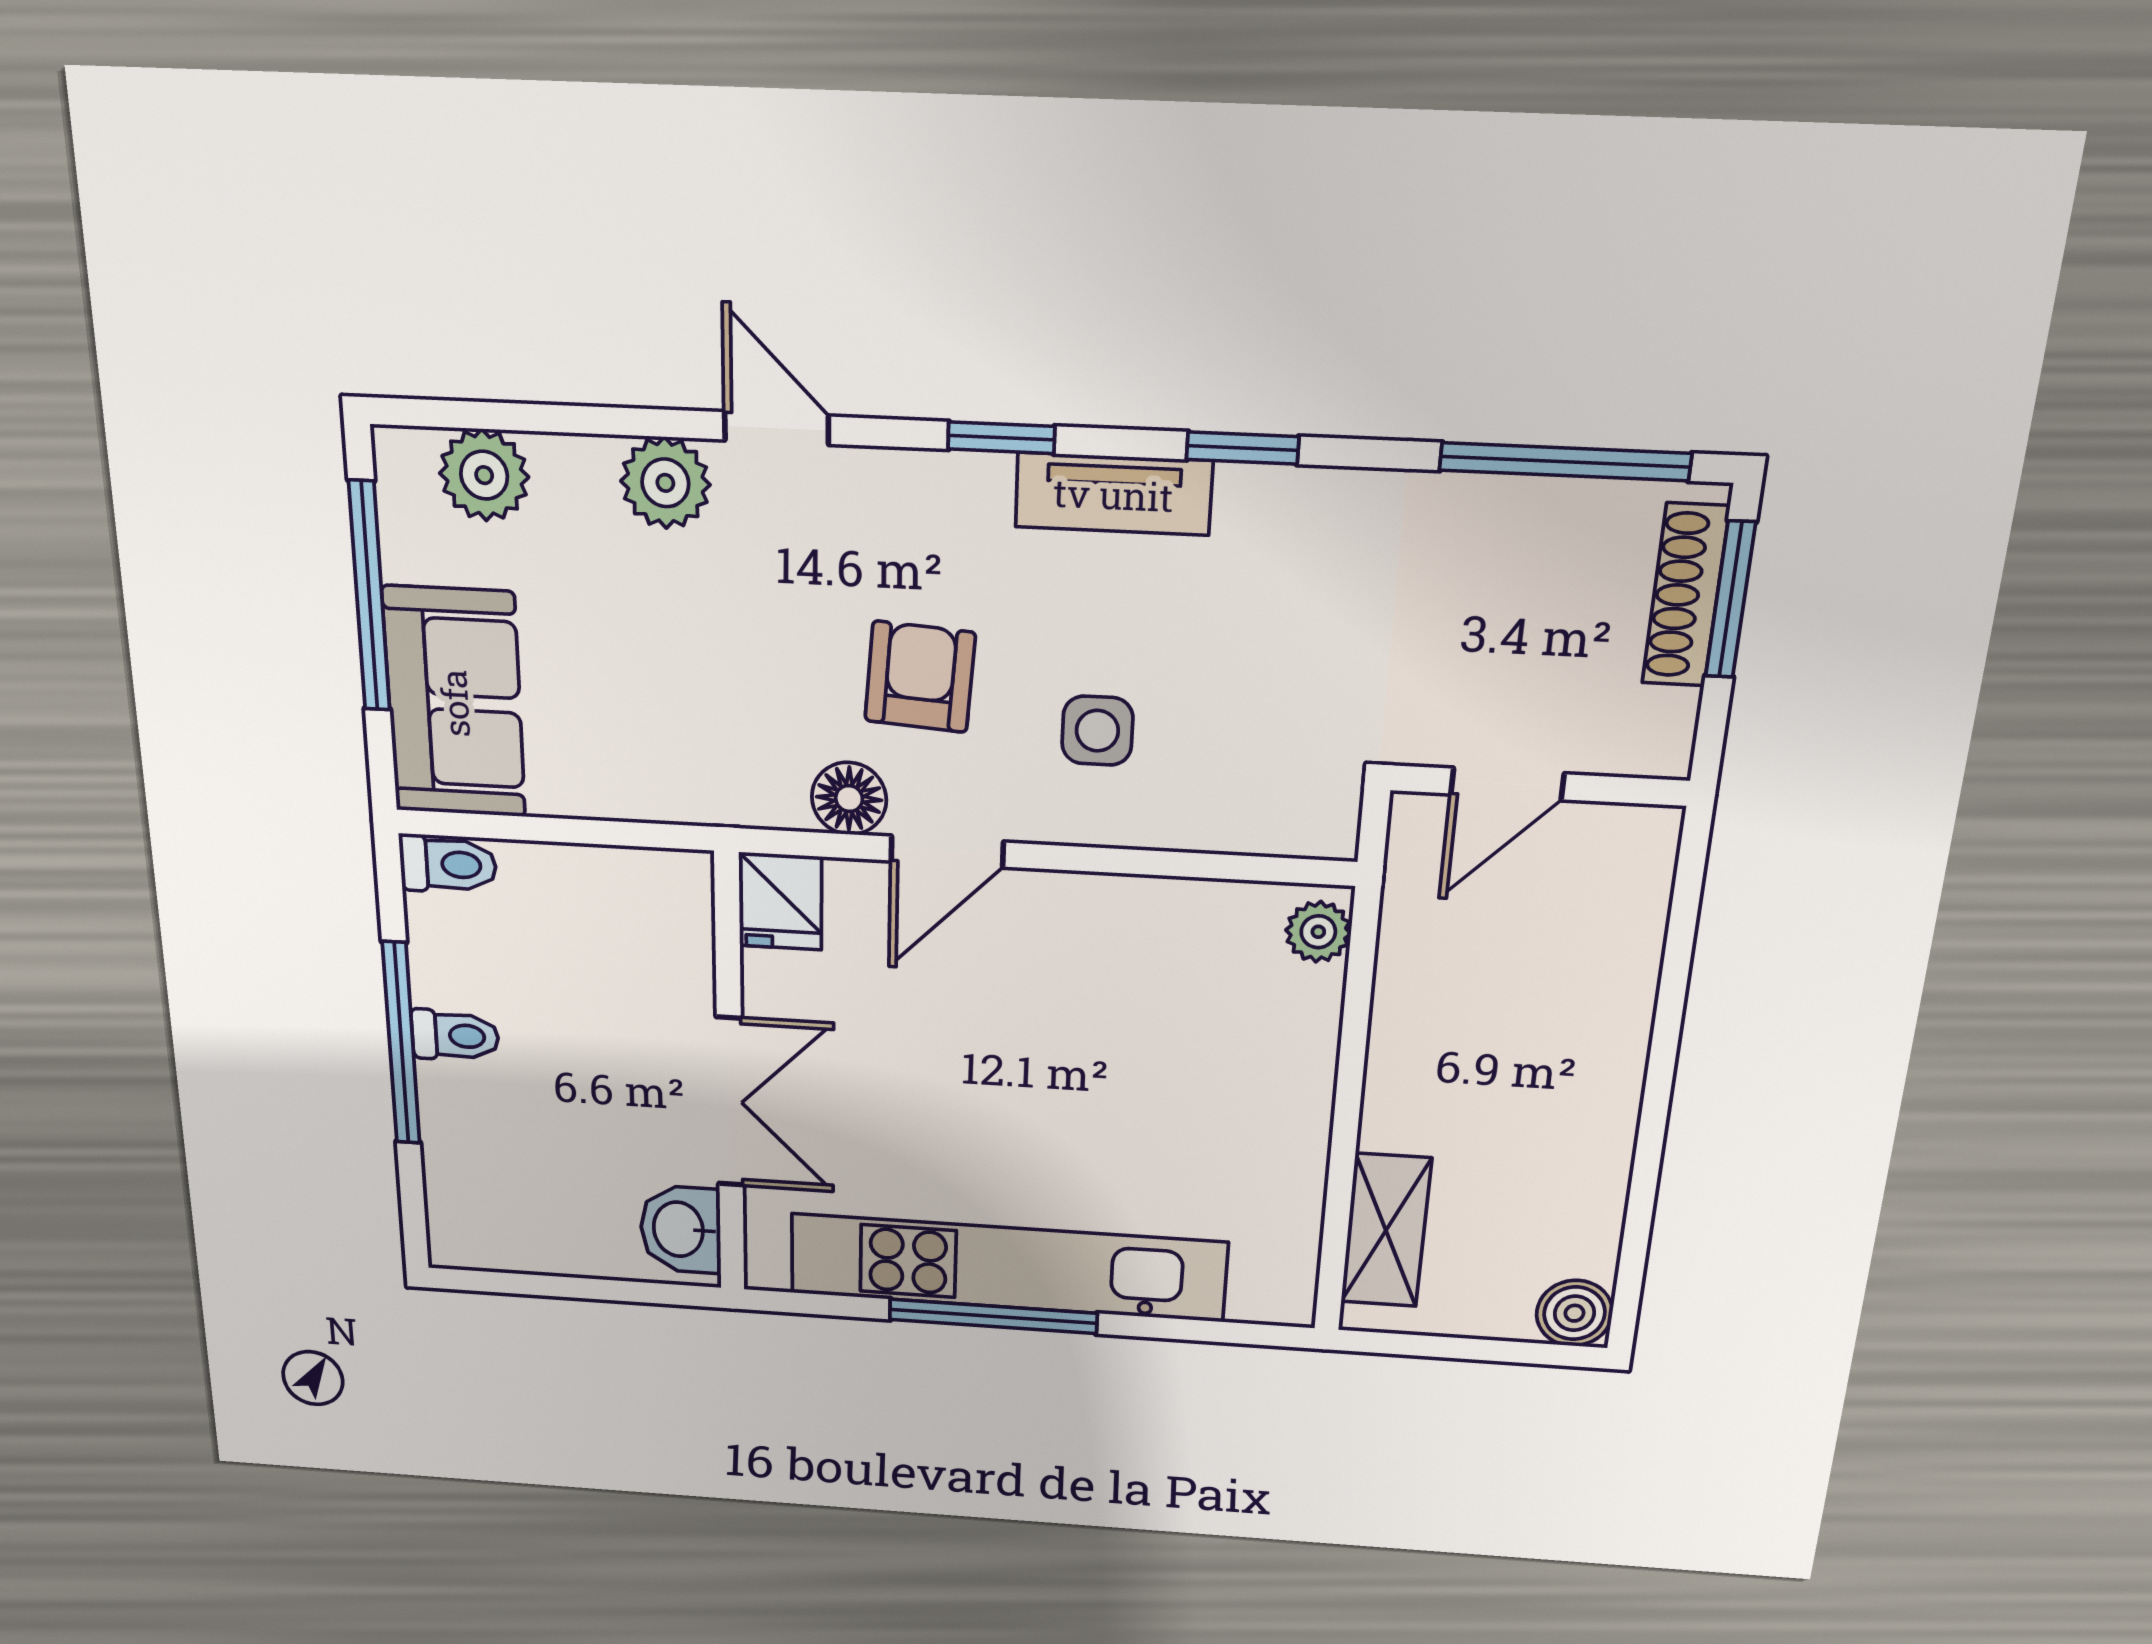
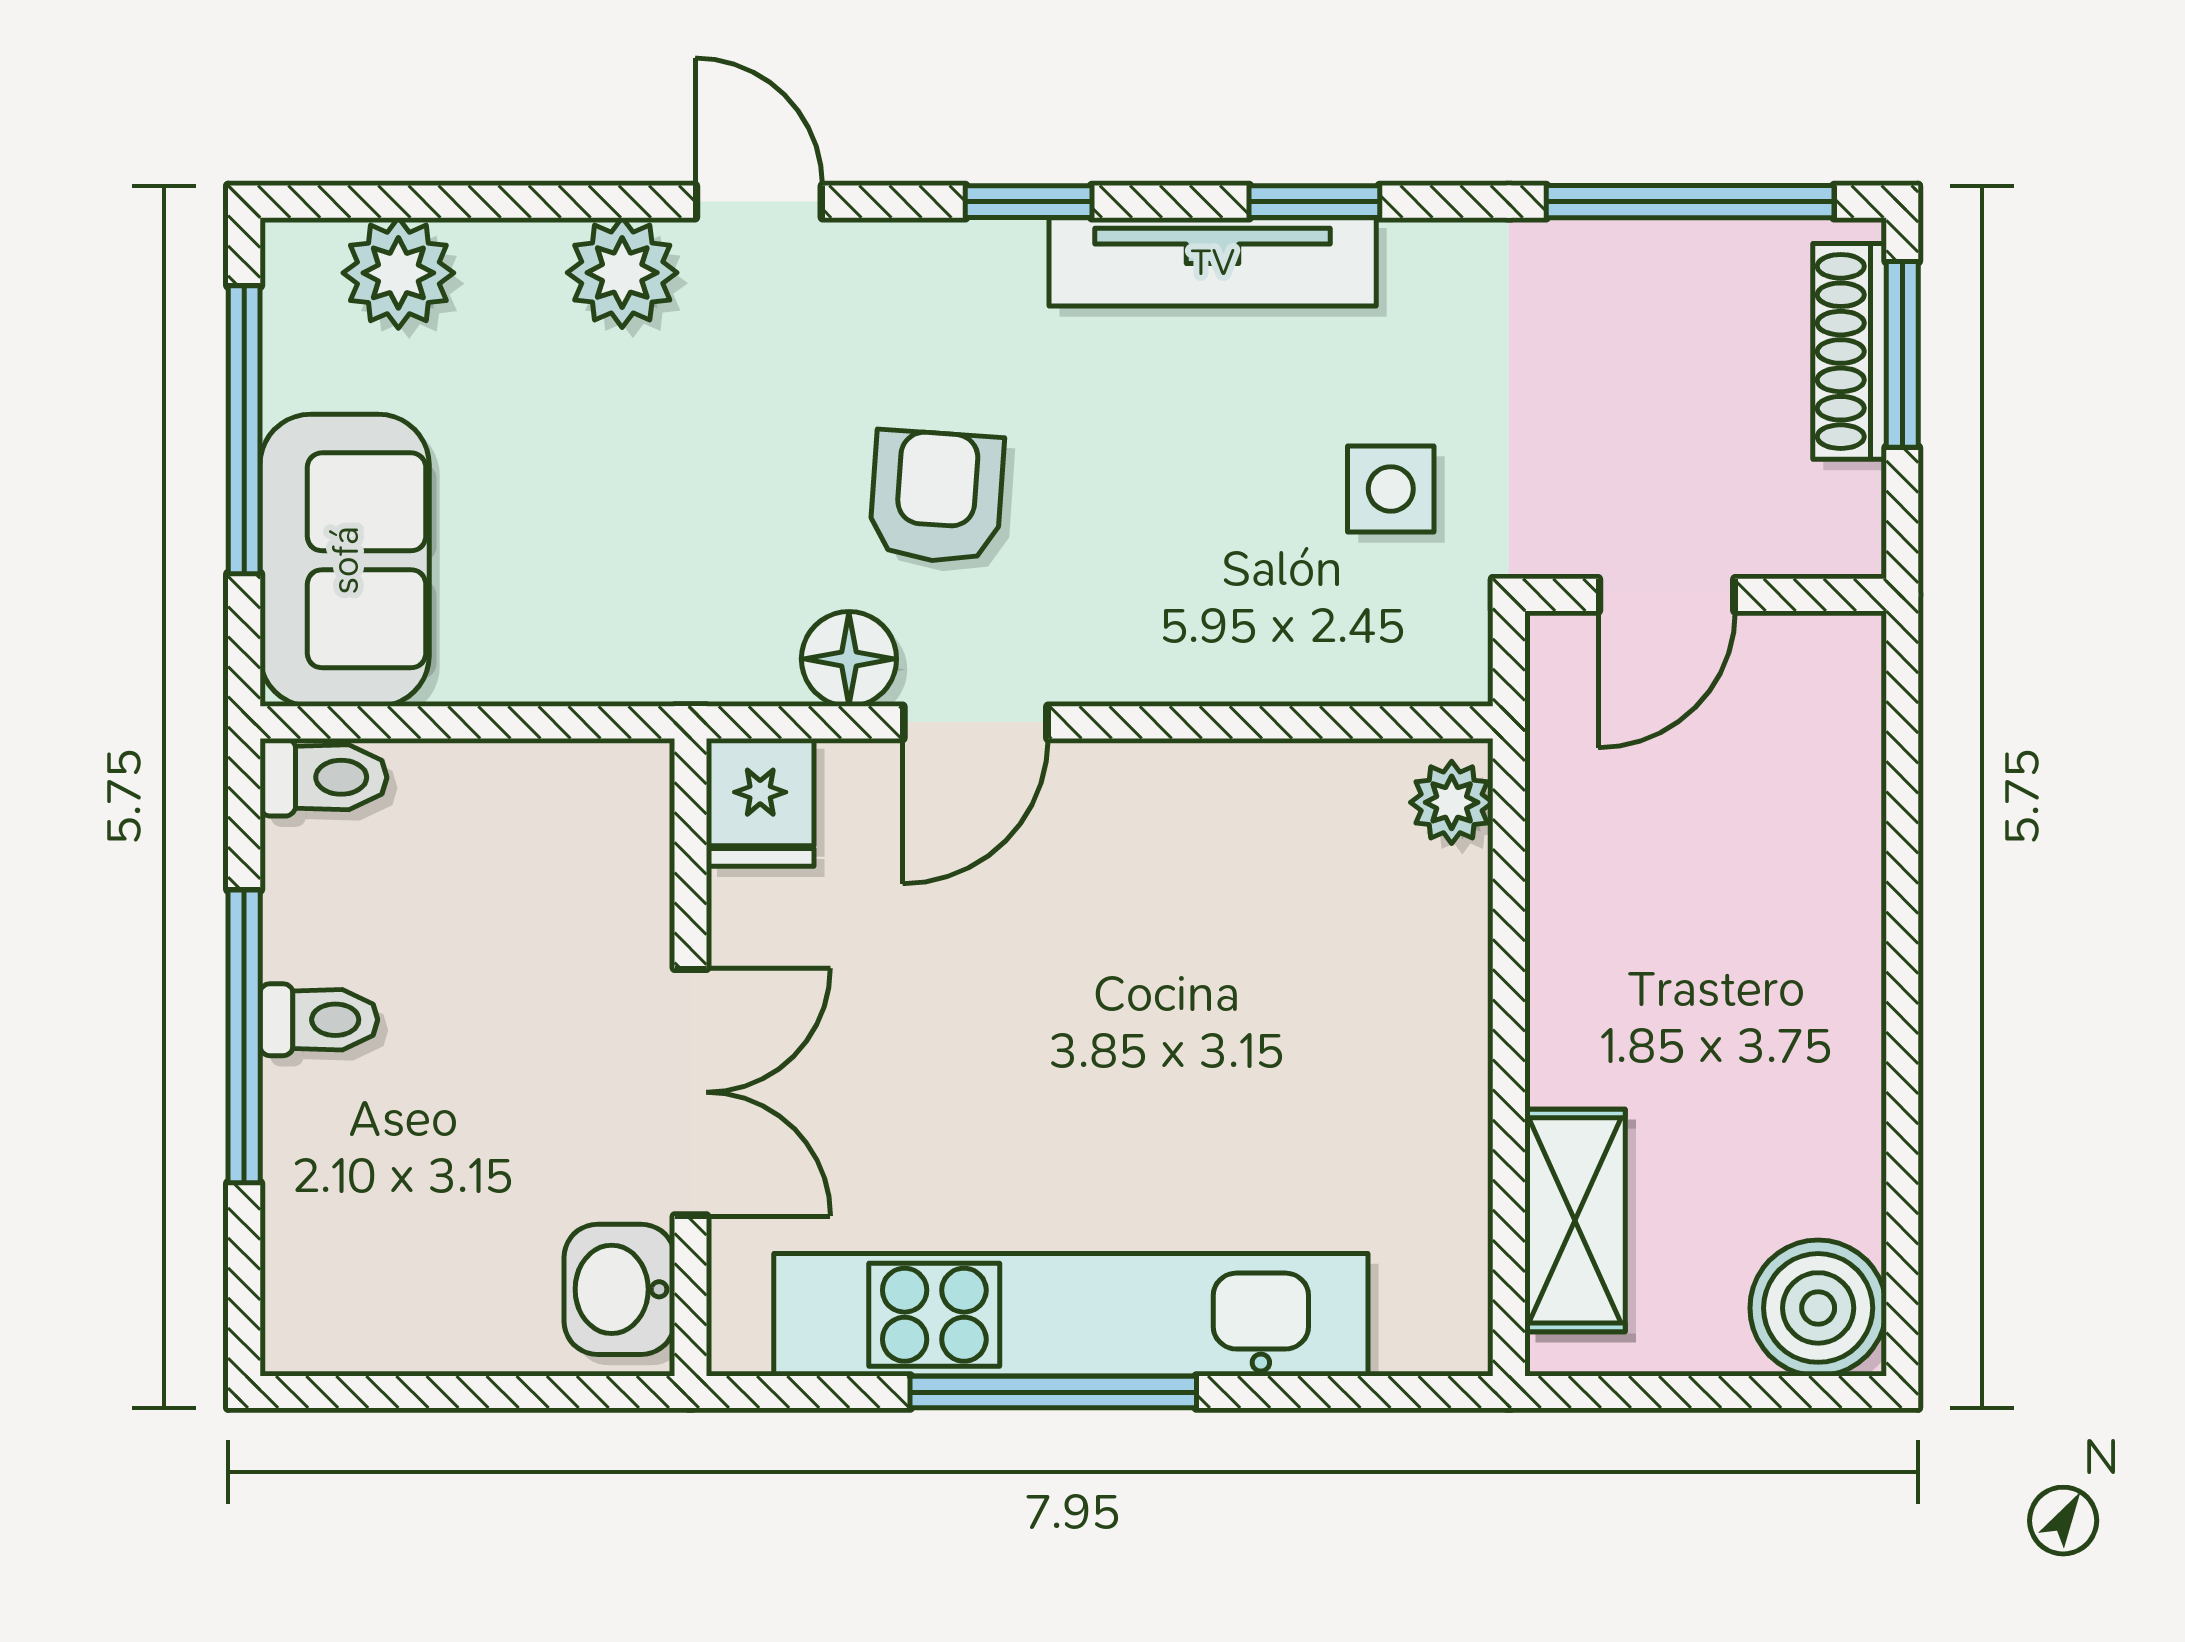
tv unit: (1114, 494) -> (1213, 262), width x1.41
side table: (1097, 731) -> (1391, 489), moved
boiler: (1574, 1313) -> (1818, 1308), width x1.36, depth x1.36

